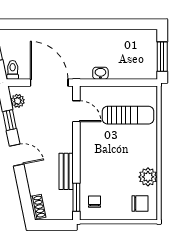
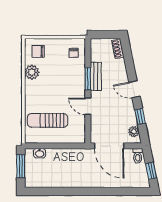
washbasin: (100, 73) -> (40, 153), moved
door: (76, 111) -> (88, 106), moved
window: (76, 197) -> (88, 79), moved

